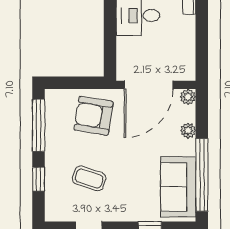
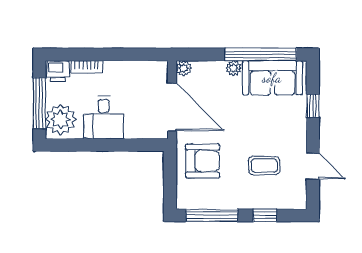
armchair: (94, 116) -> (202, 161), turned -99
plant: (188, 131) -> (233, 68), moved
coffee table: (89, 178) -> (264, 166), turned 72

